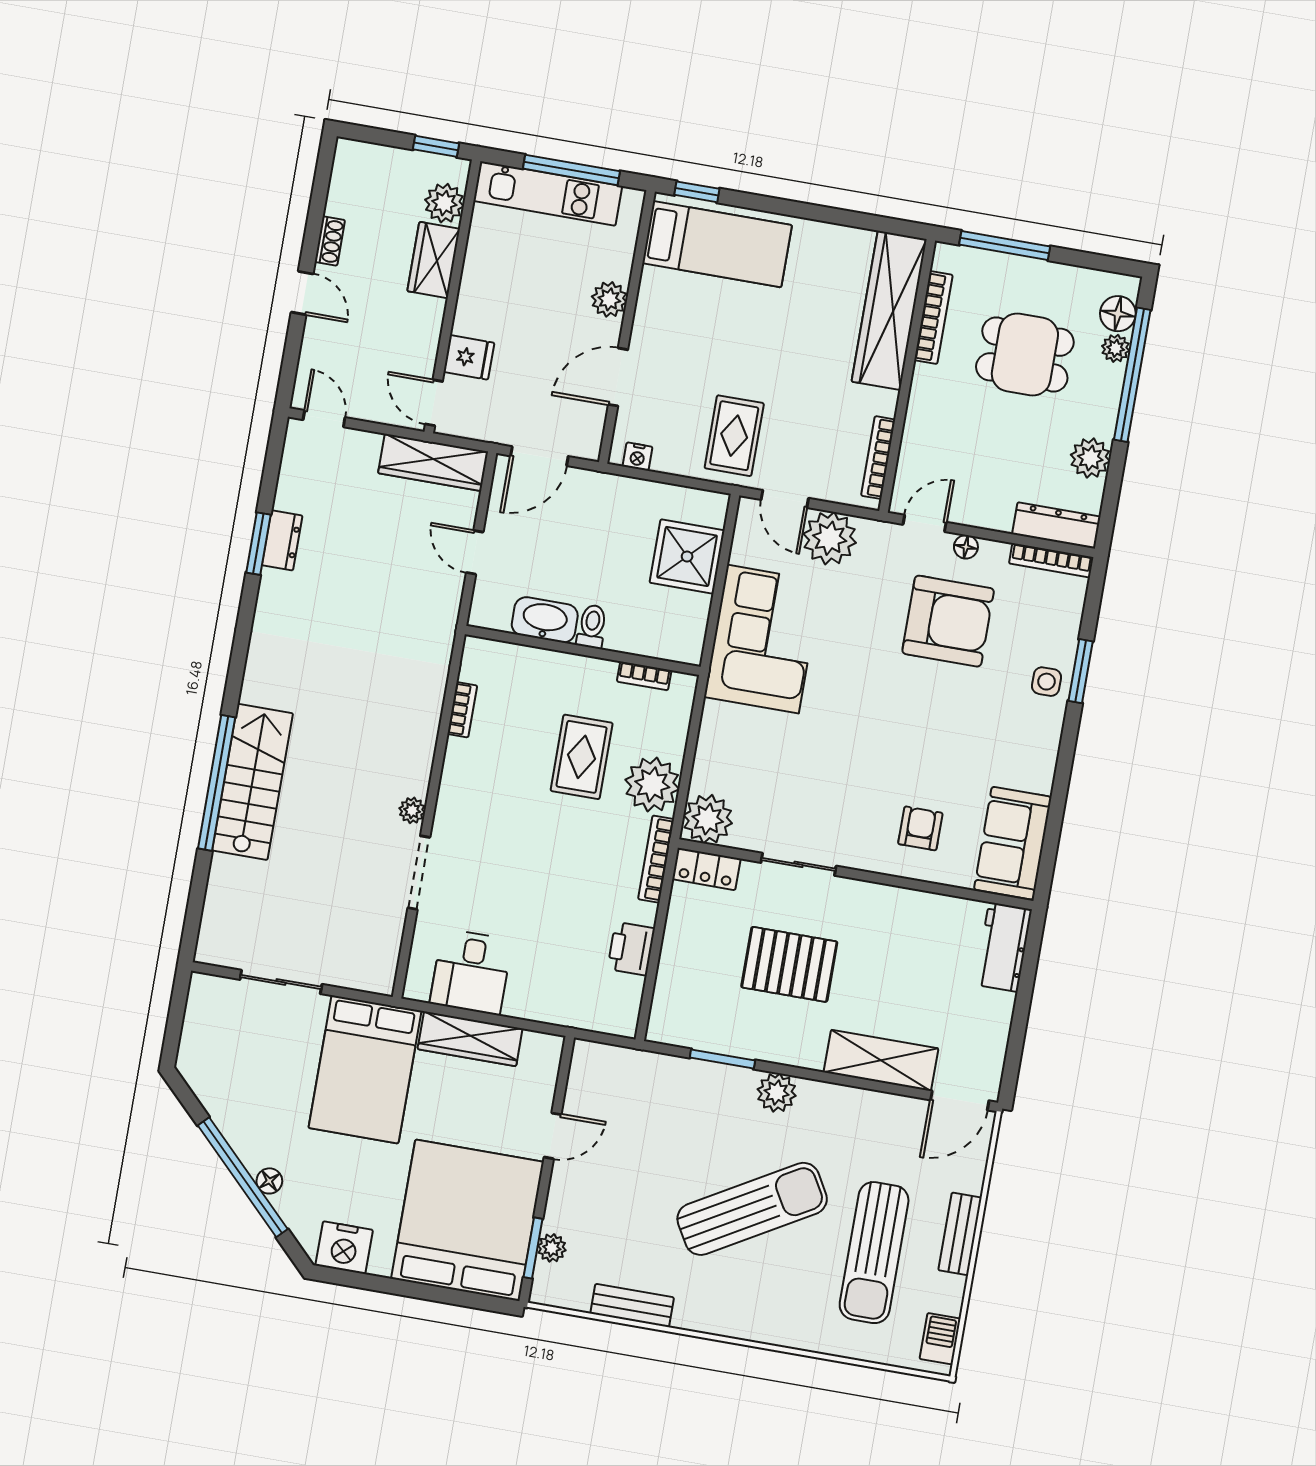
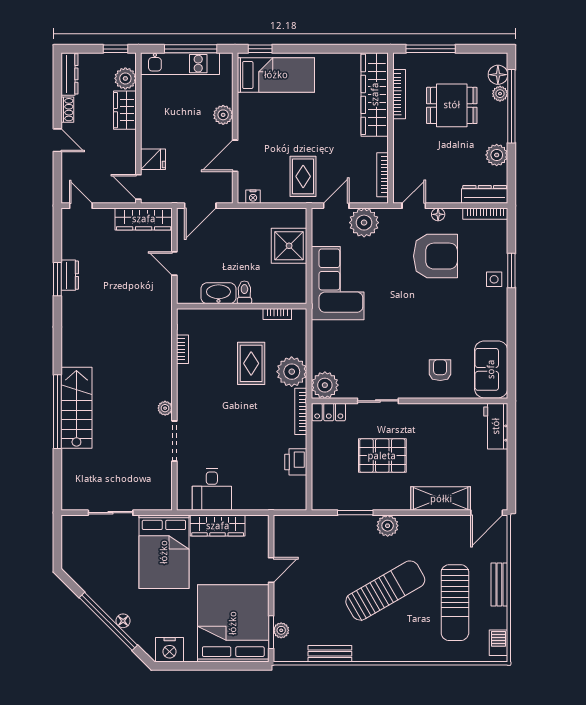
dresser: (345, 177) -> (70, 74), added
door: (785, 499) -> (336, 206), swing flipped

